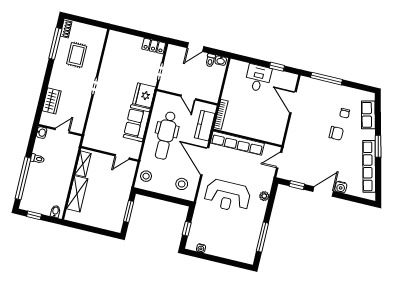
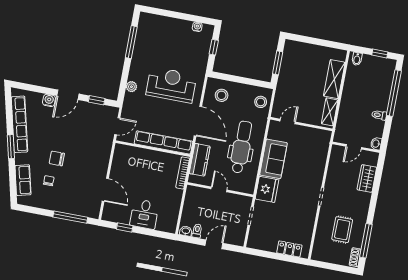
locker: (154, 46) -> (289, 249), moved

